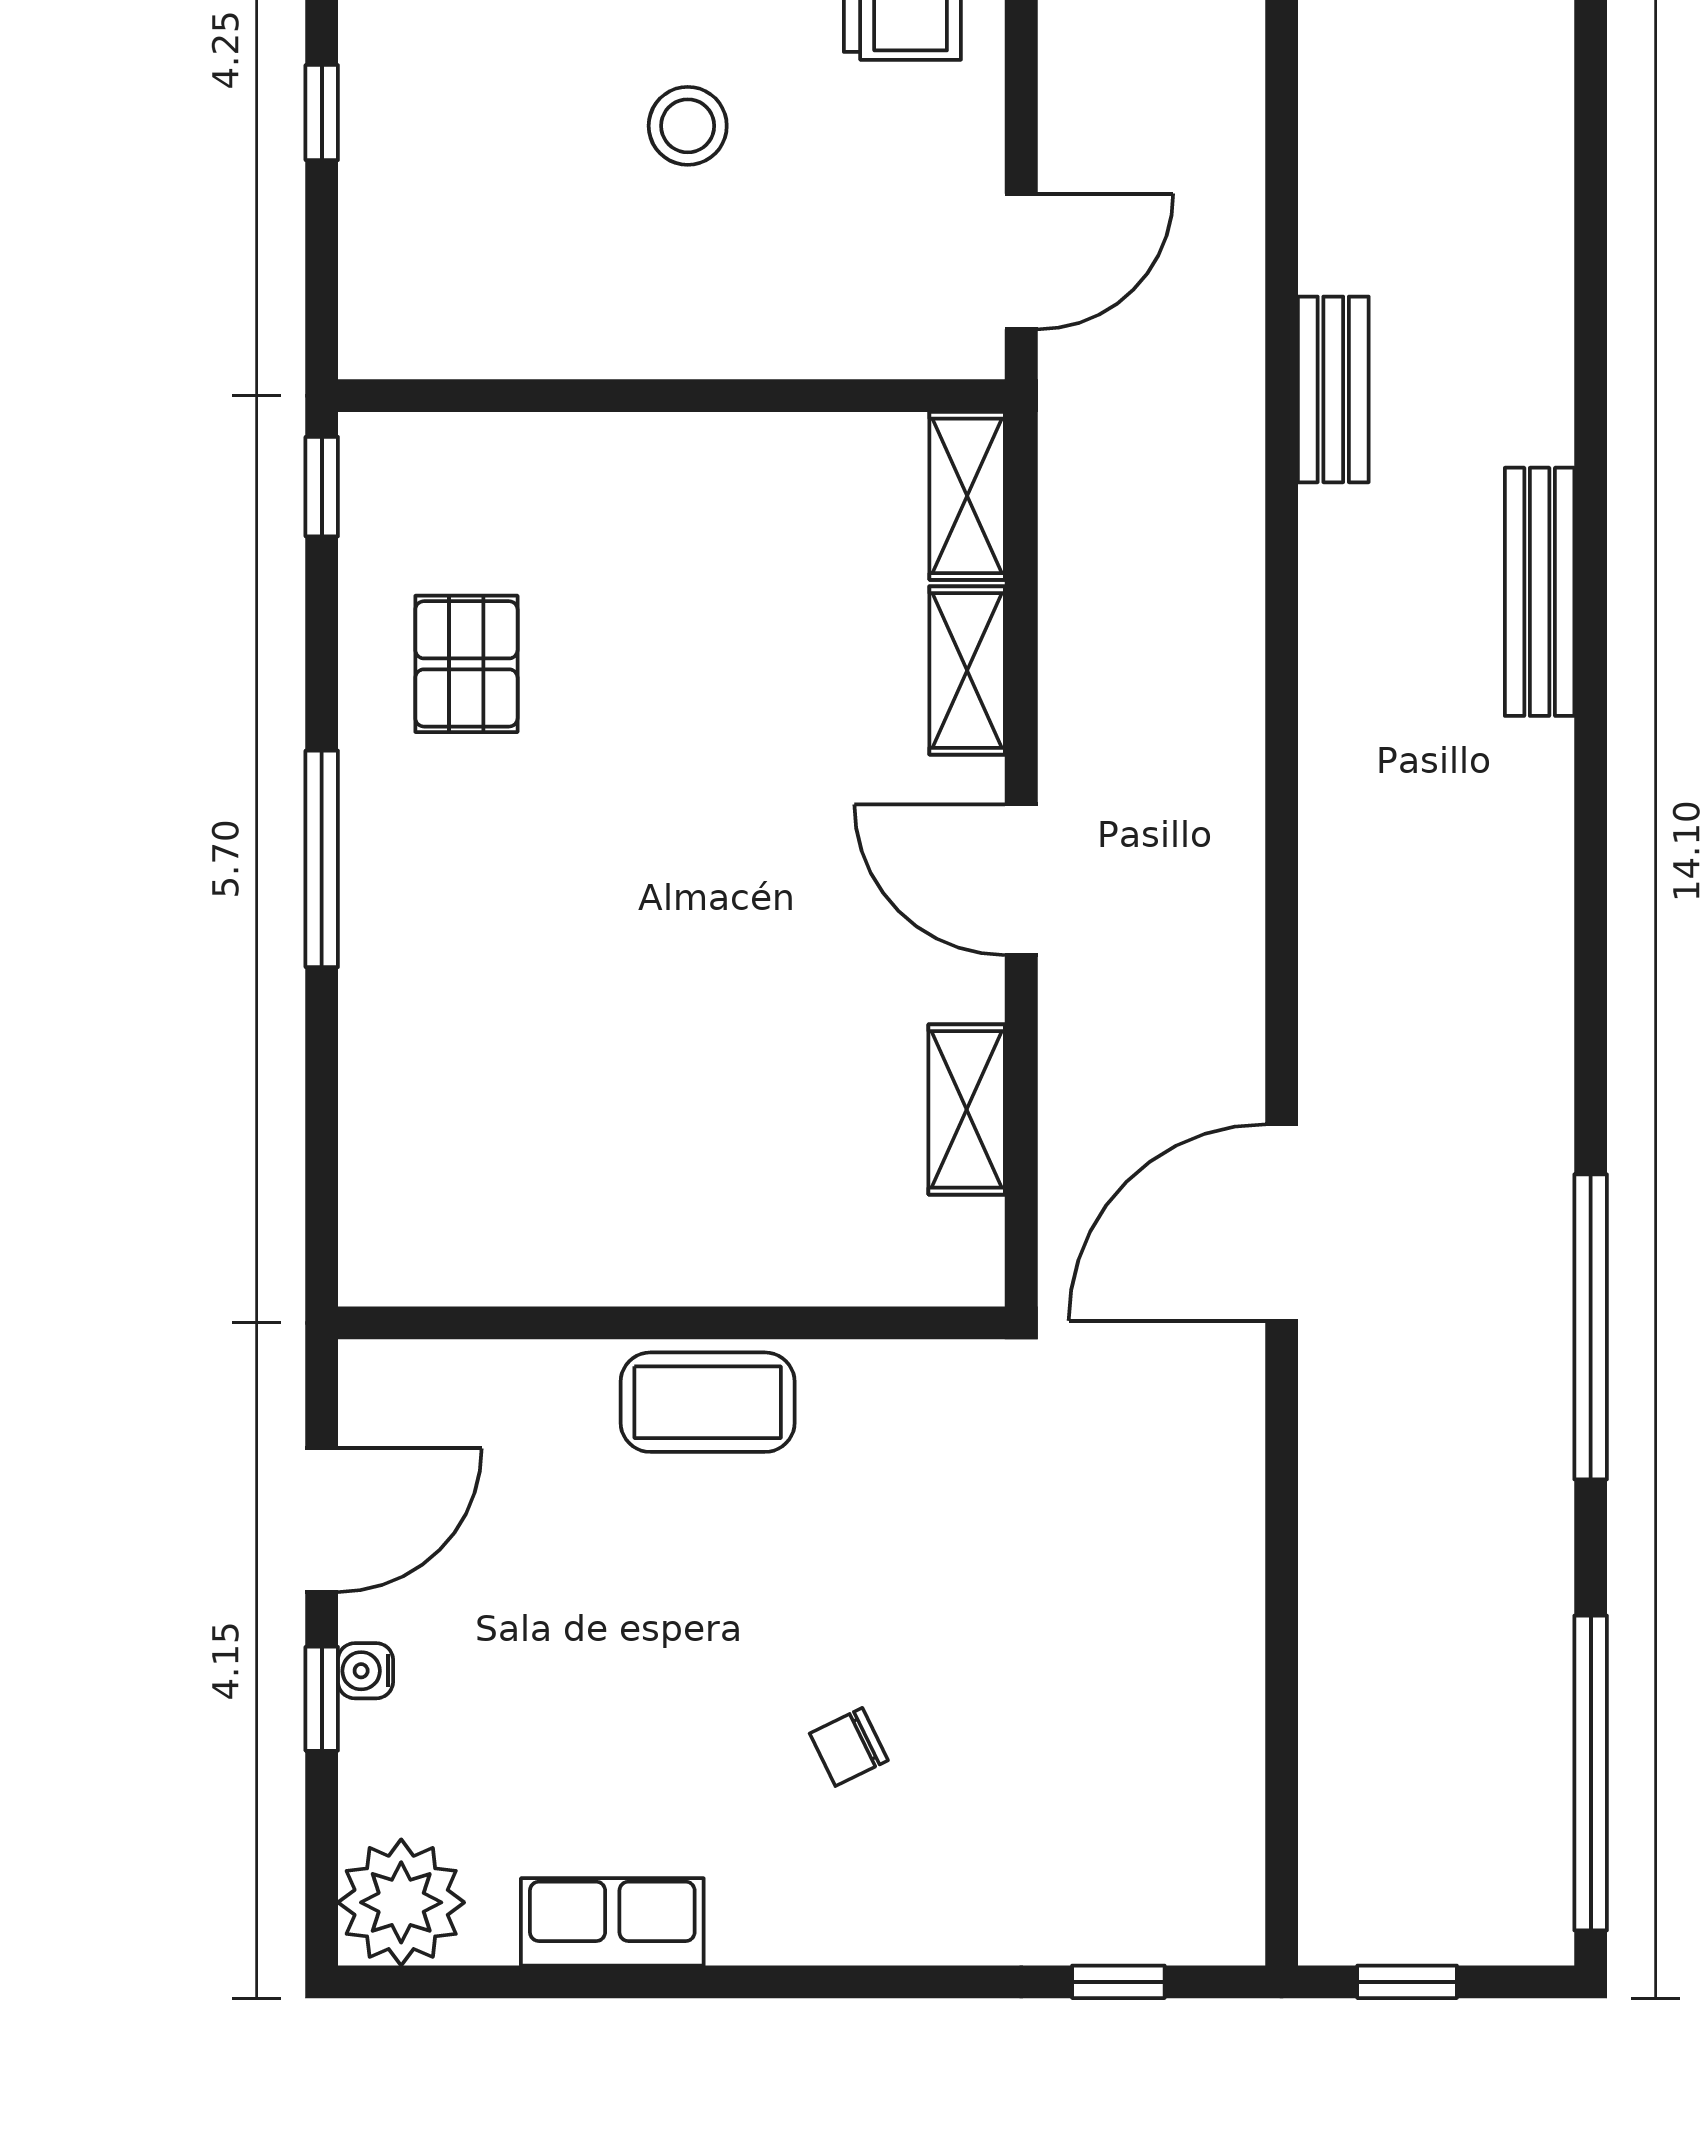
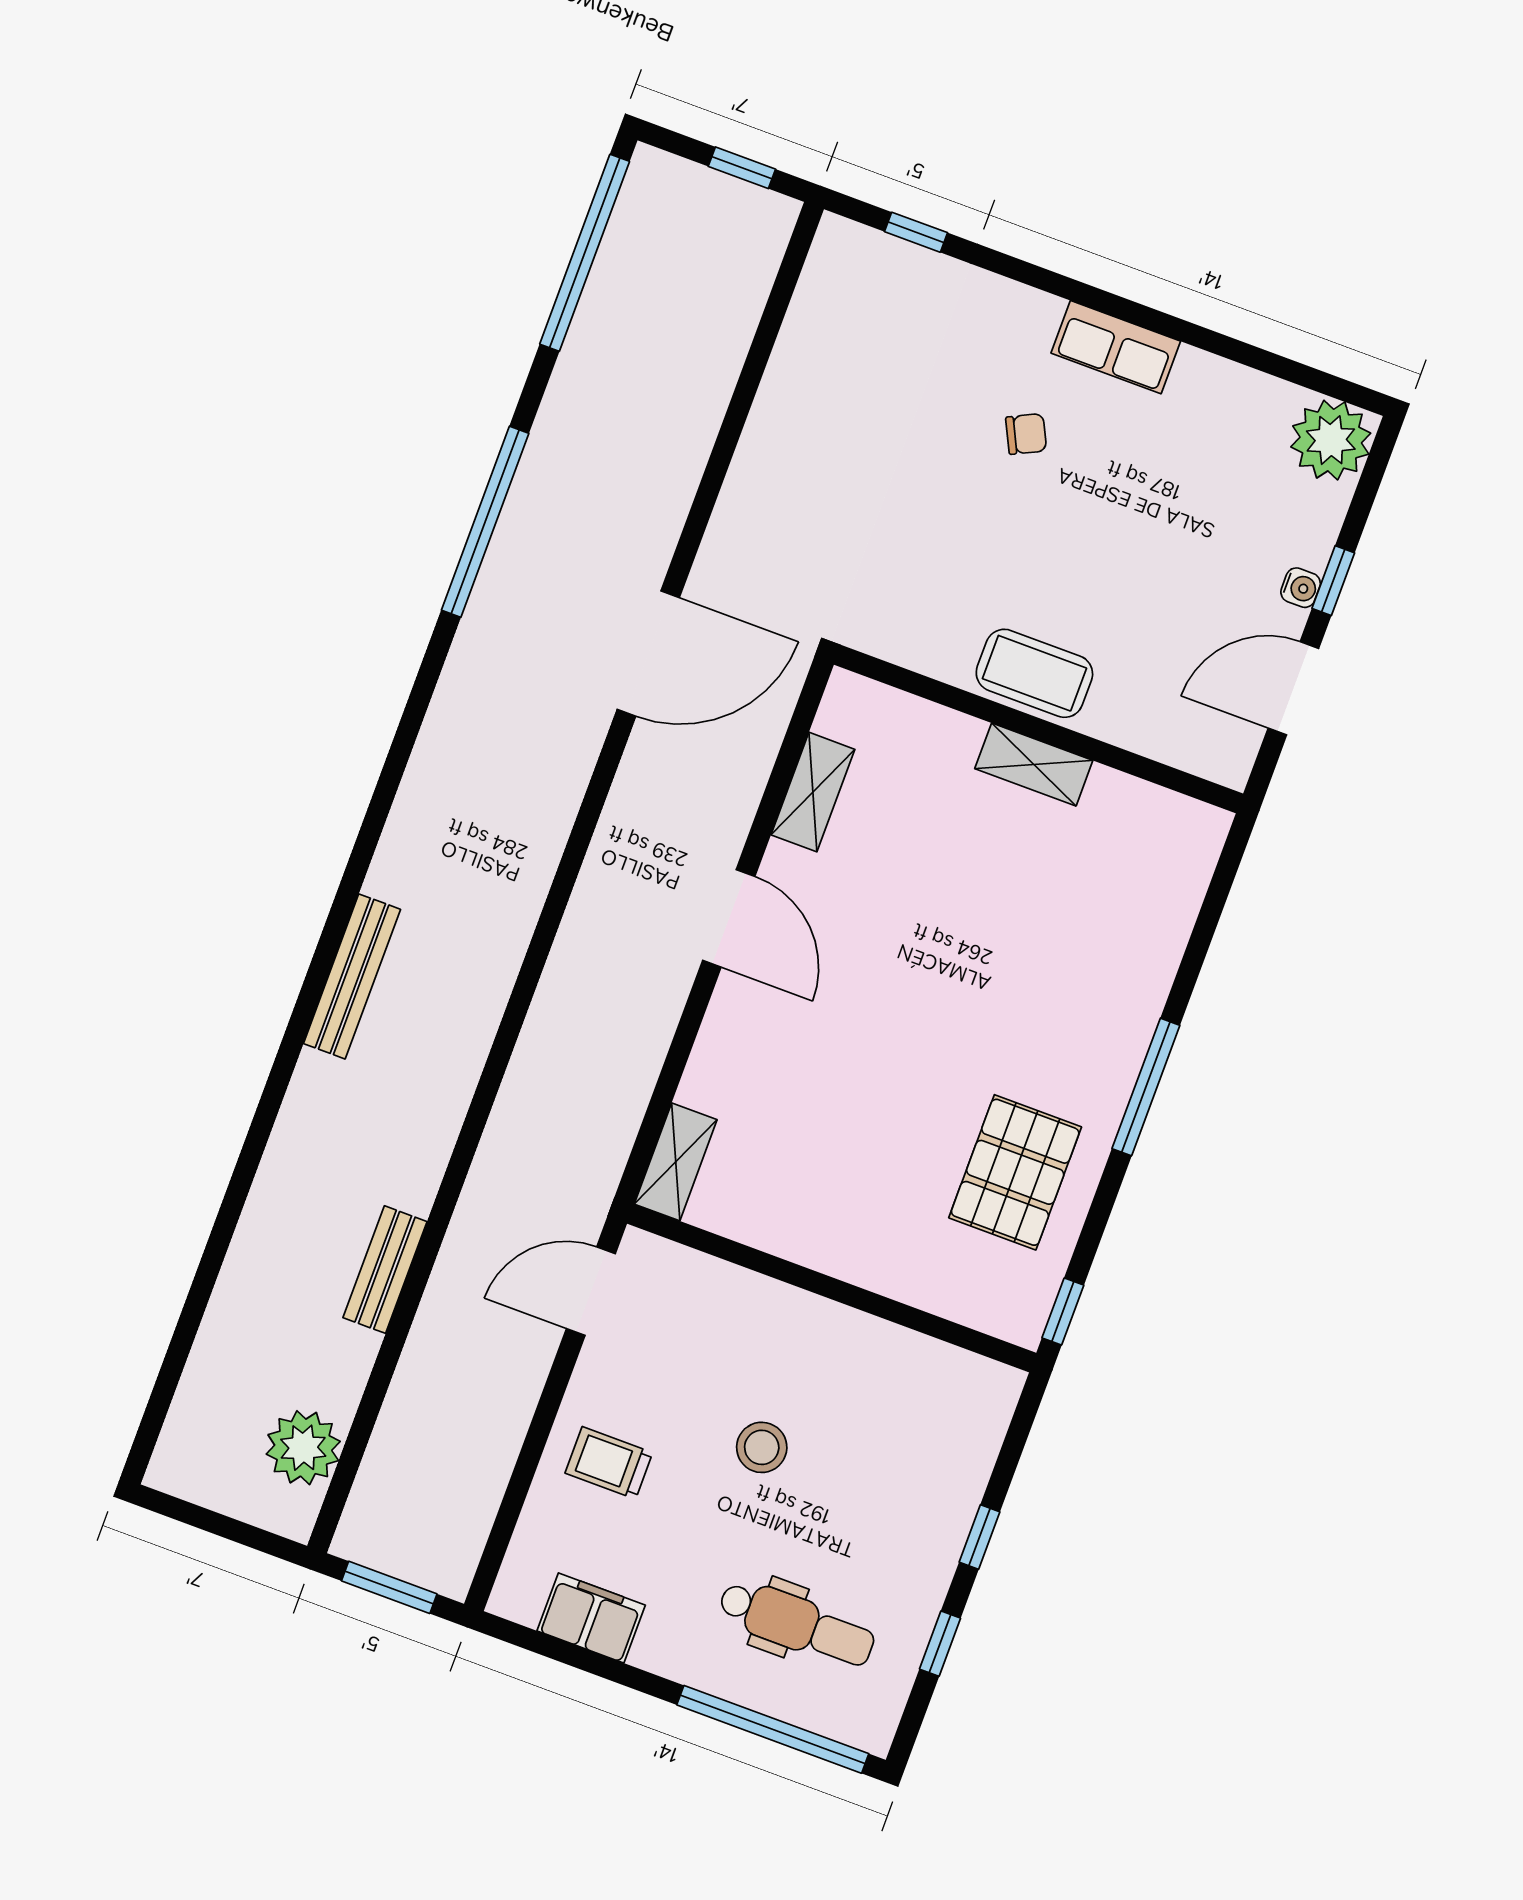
bench: (1333, 389) -> (385, 1270), moved
pallet: (466, 664) -> (1015, 1172), width x1.50, depth x1.42
shelving: (967, 670) -> (1034, 765), moved, turned 90
row of seats: (612, 1922) -> (1116, 347), moved

